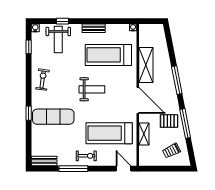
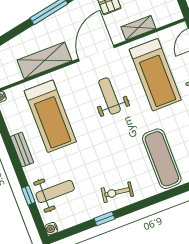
window: (29, 47) -> (104, 219), moved
weight bench: (92, 89) -> (110, 96), moved
window: (29, 113) -> (170, 194), removed

